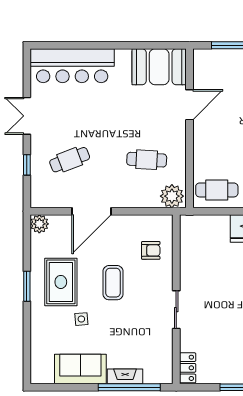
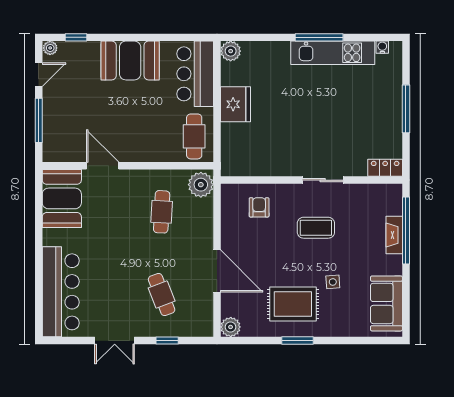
coffee table: (113, 283) -> (316, 228), moved
sofa: (80, 369) -> (386, 303), moved

